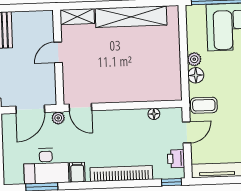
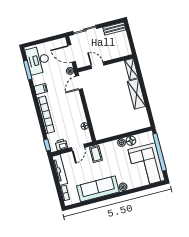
shelving: (131, 17) -> (136, 94), width x0.68
door: (58, 52) -> (97, 65), moved
floor lamp: (196, 75) -> (131, 141), moved
door: (187, 132) -> (78, 147), hinge flipped
desk: (46, 166) -> (38, 60), moved

